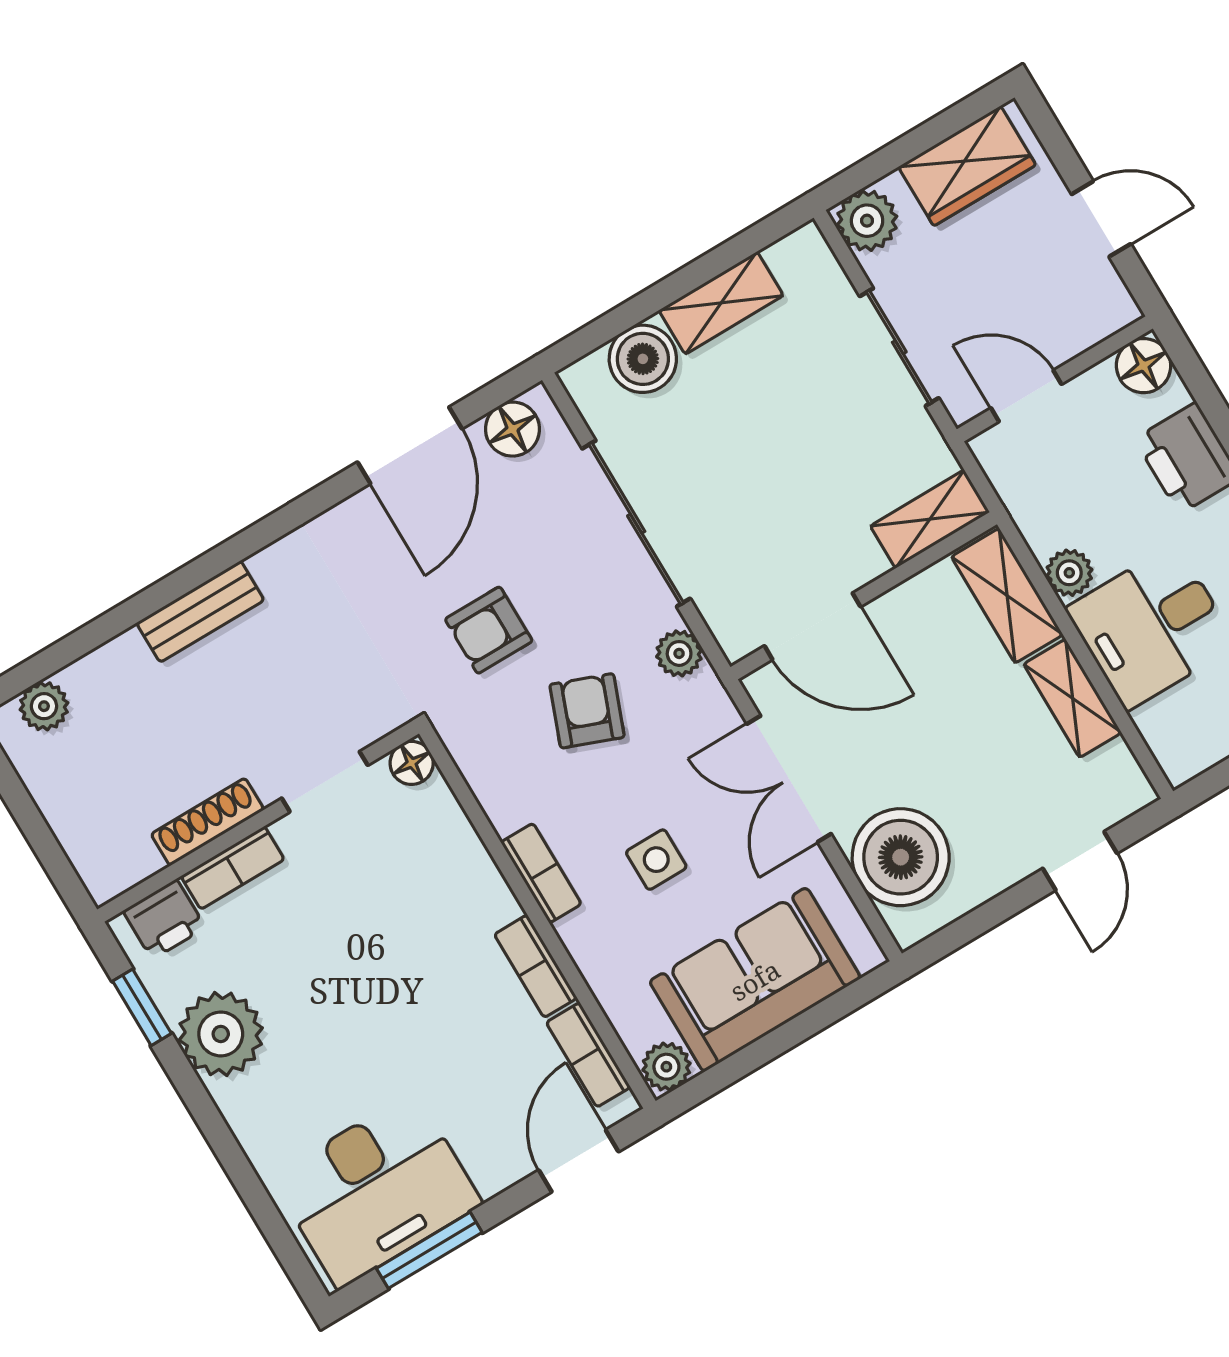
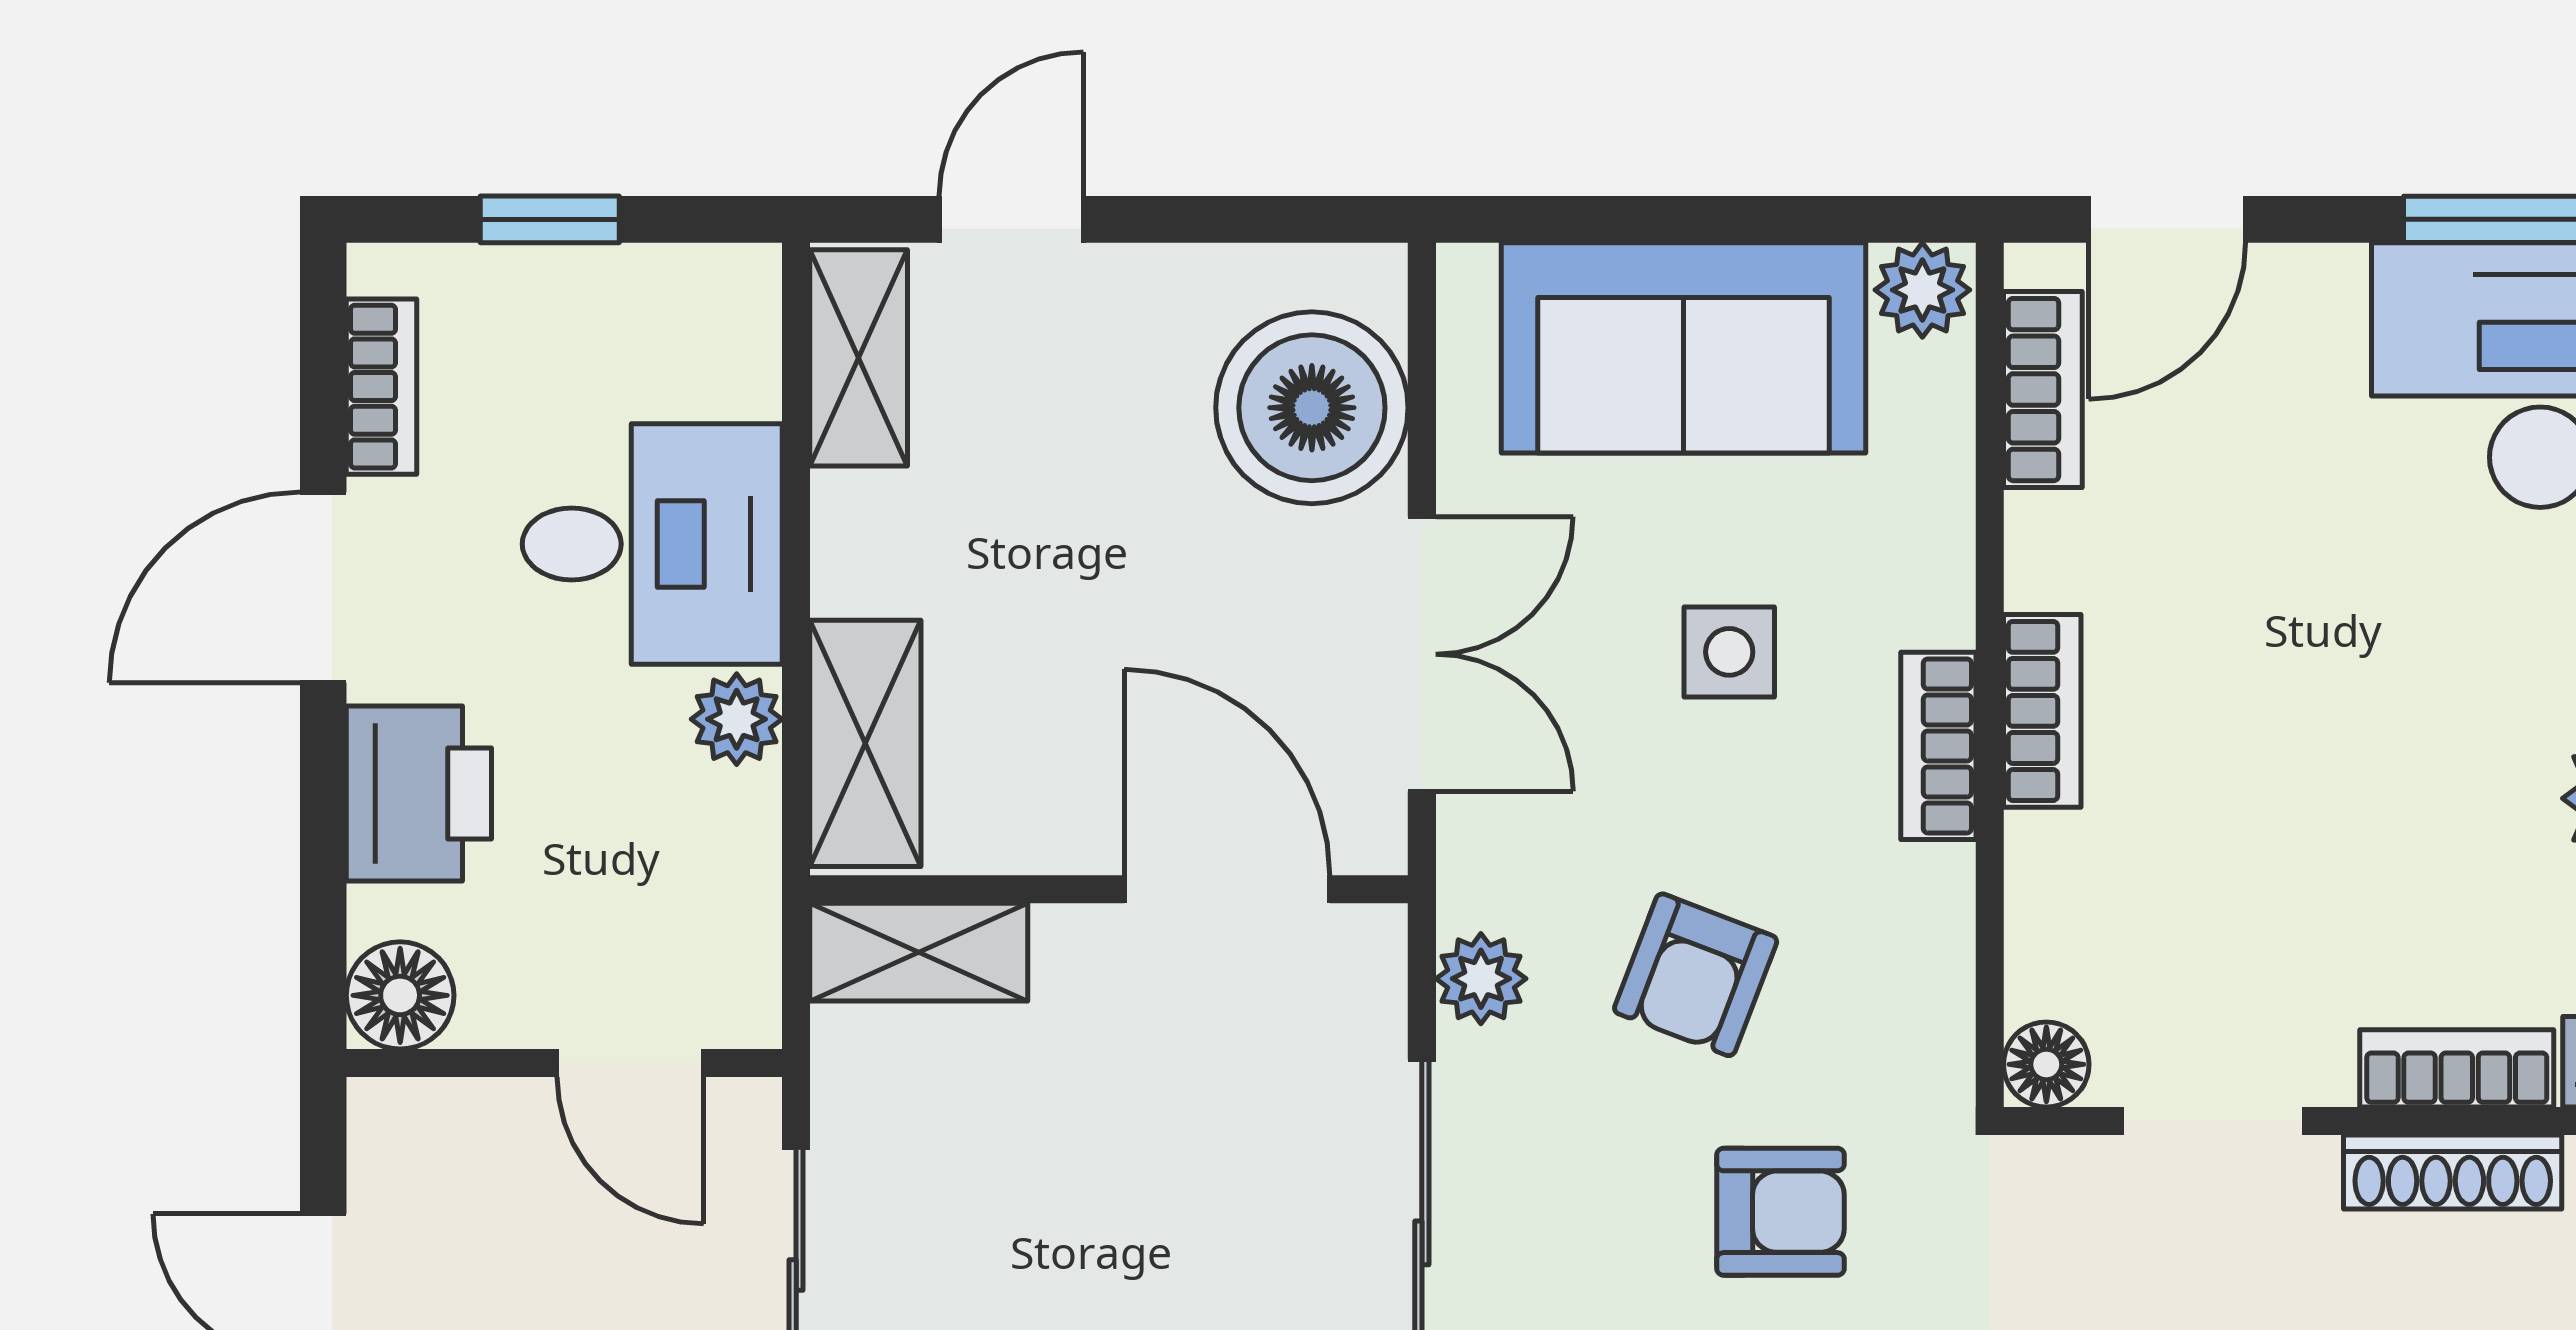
shelving: (1073, 698) -> (859, 358), moved
bookcase: (536, 966) -> (2042, 711), moved

